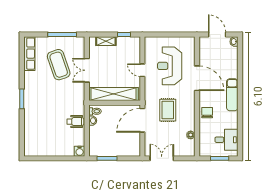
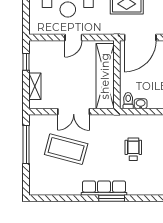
row of seats: (29, 54) -> (104, 188), moved
coffee table: (59, 65) -> (66, 149), turned 34
door: (142, 120) -> (140, 38), hinge flipped
wheelchair: (75, 122) -> (133, 149), moved

